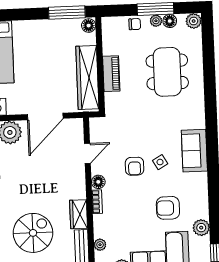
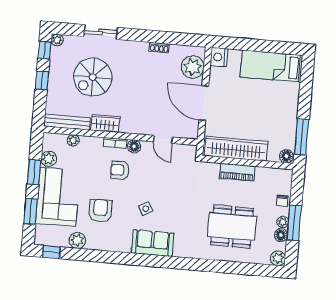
armchair: (135, 166) -> (120, 170), moved
spiral stairs: (33, 233) -> (93, 77), turned 90

